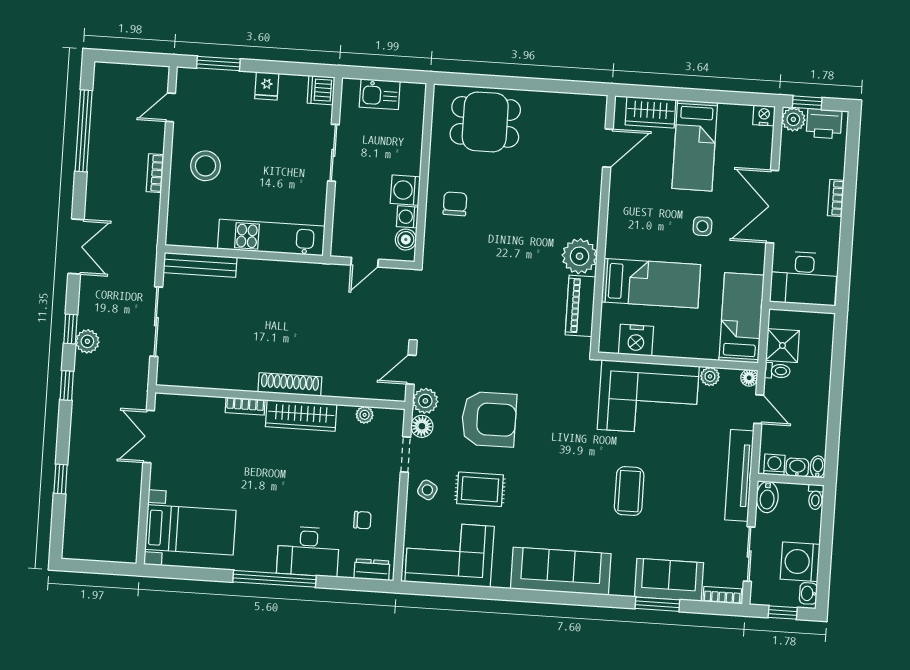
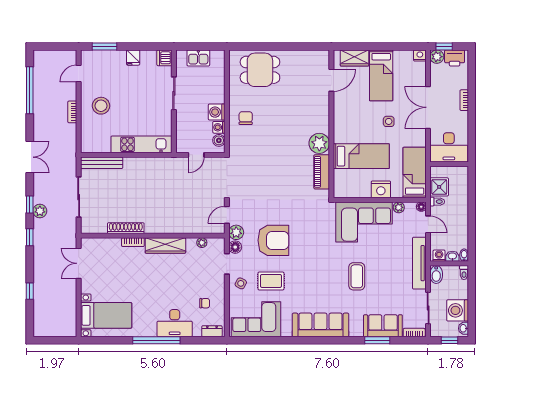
nightstand: (636, 340) -> (381, 189), moved
shoe rack: (290, 385) -> (126, 228), moved

